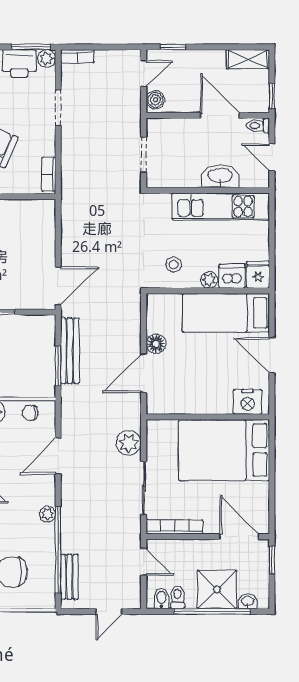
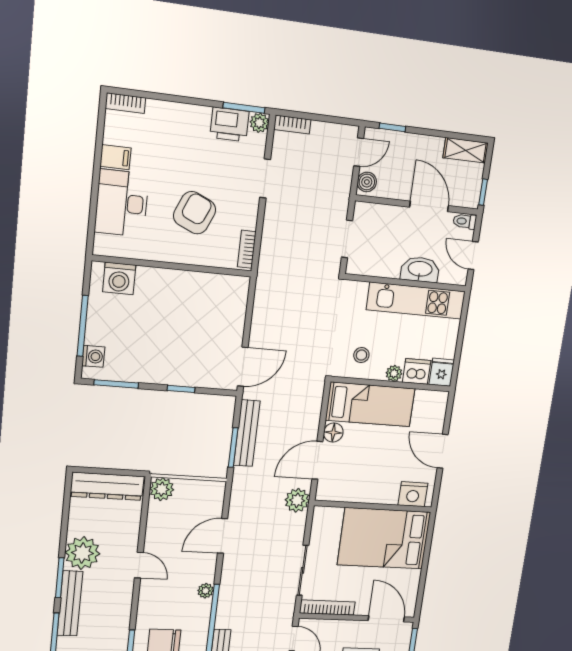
bed: (226, 313) -> (370, 404), moved, turned 180
chair: (30, 413) -> (199, 492), removed
plant: (129, 443) -> (297, 500), moved

